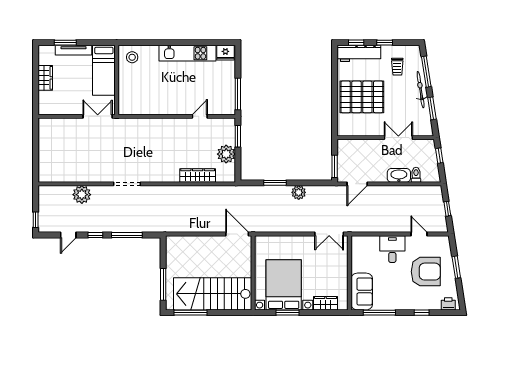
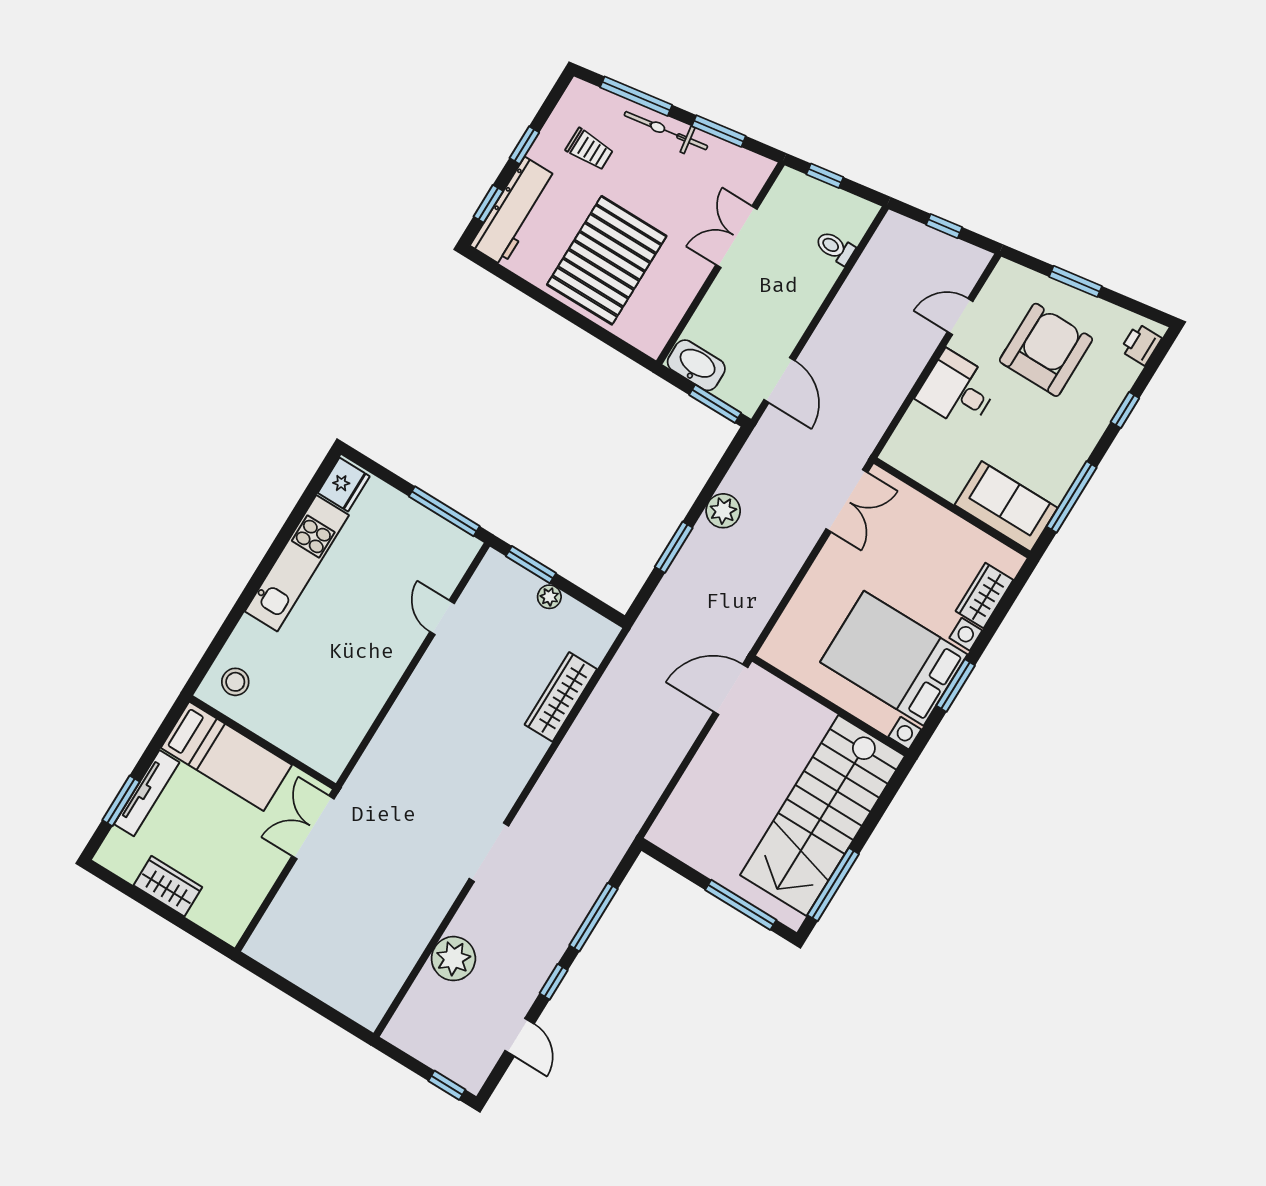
plant: (226, 154) -> (549, 597), width x0.53, depth x0.53
washbasin: (399, 175) -> (696, 365), moved, turned 90

